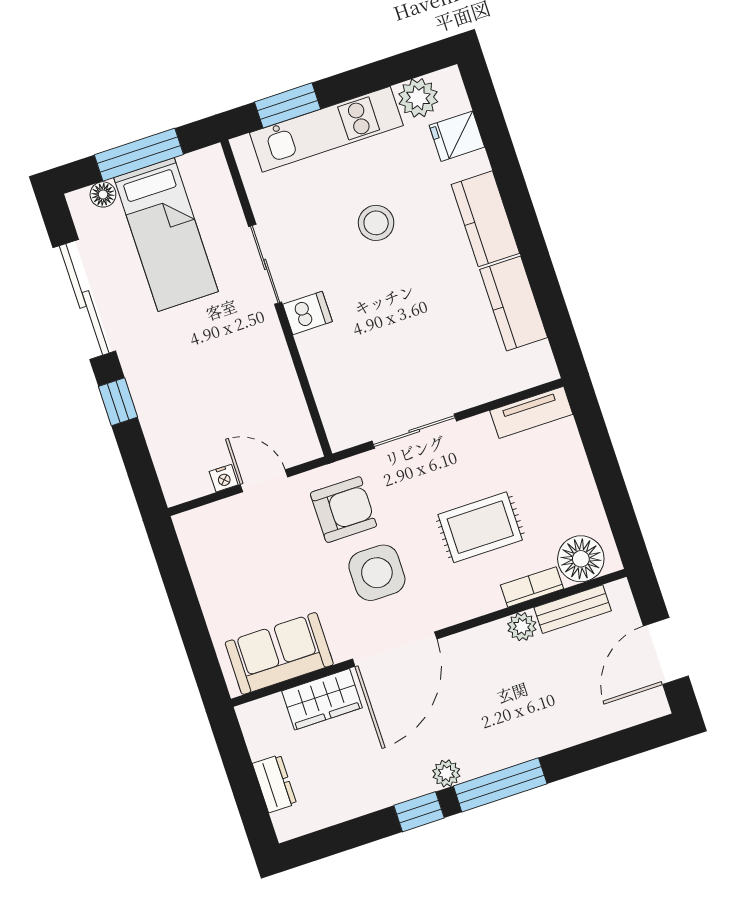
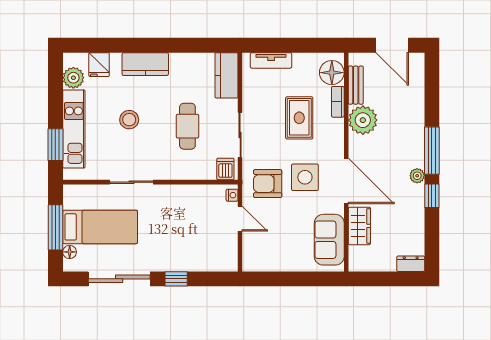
kitchen counter: (514, 304) -> (226, 75), moved, turned 90
dishwasher: (307, 313) -> (225, 169), moved
cafe table: (399, 332) -> (187, 126), added
tv unit: (531, 412) -> (271, 60), moved, turned 90
nightstand: (224, 478) -> (232, 195), moved
door: (264, 481) -> (240, 219), swing flipped
armchair: (343, 510) -> (268, 184), turned -90
plant: (522, 627) -> (363, 120), width x1.88, depth x1.88
dresser: (274, 784) -> (411, 264), moved

